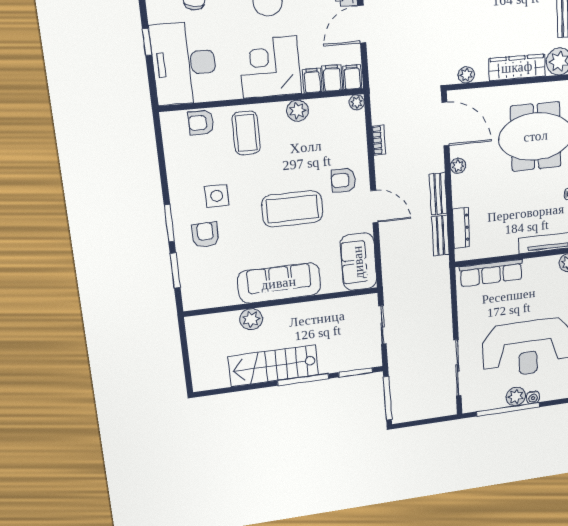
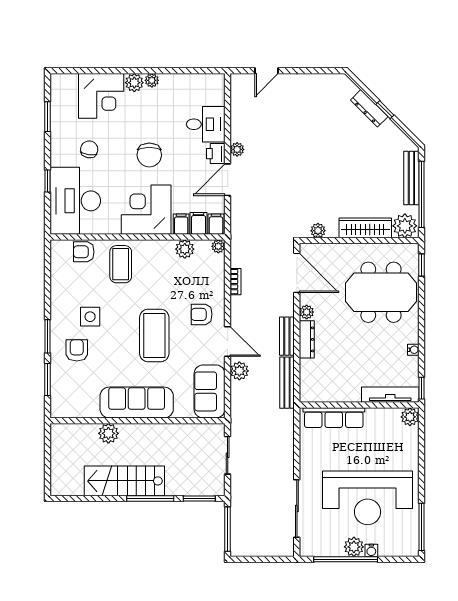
plant: (298, 111) -> (185, 249), moved
coffee table: (292, 209) -> (154, 335), turned 90
dresser: (461, 228) -> (307, 339), moved
plant: (389, 236) -> (239, 371), added
bench: (440, 236) -> (287, 383), width x1.36

